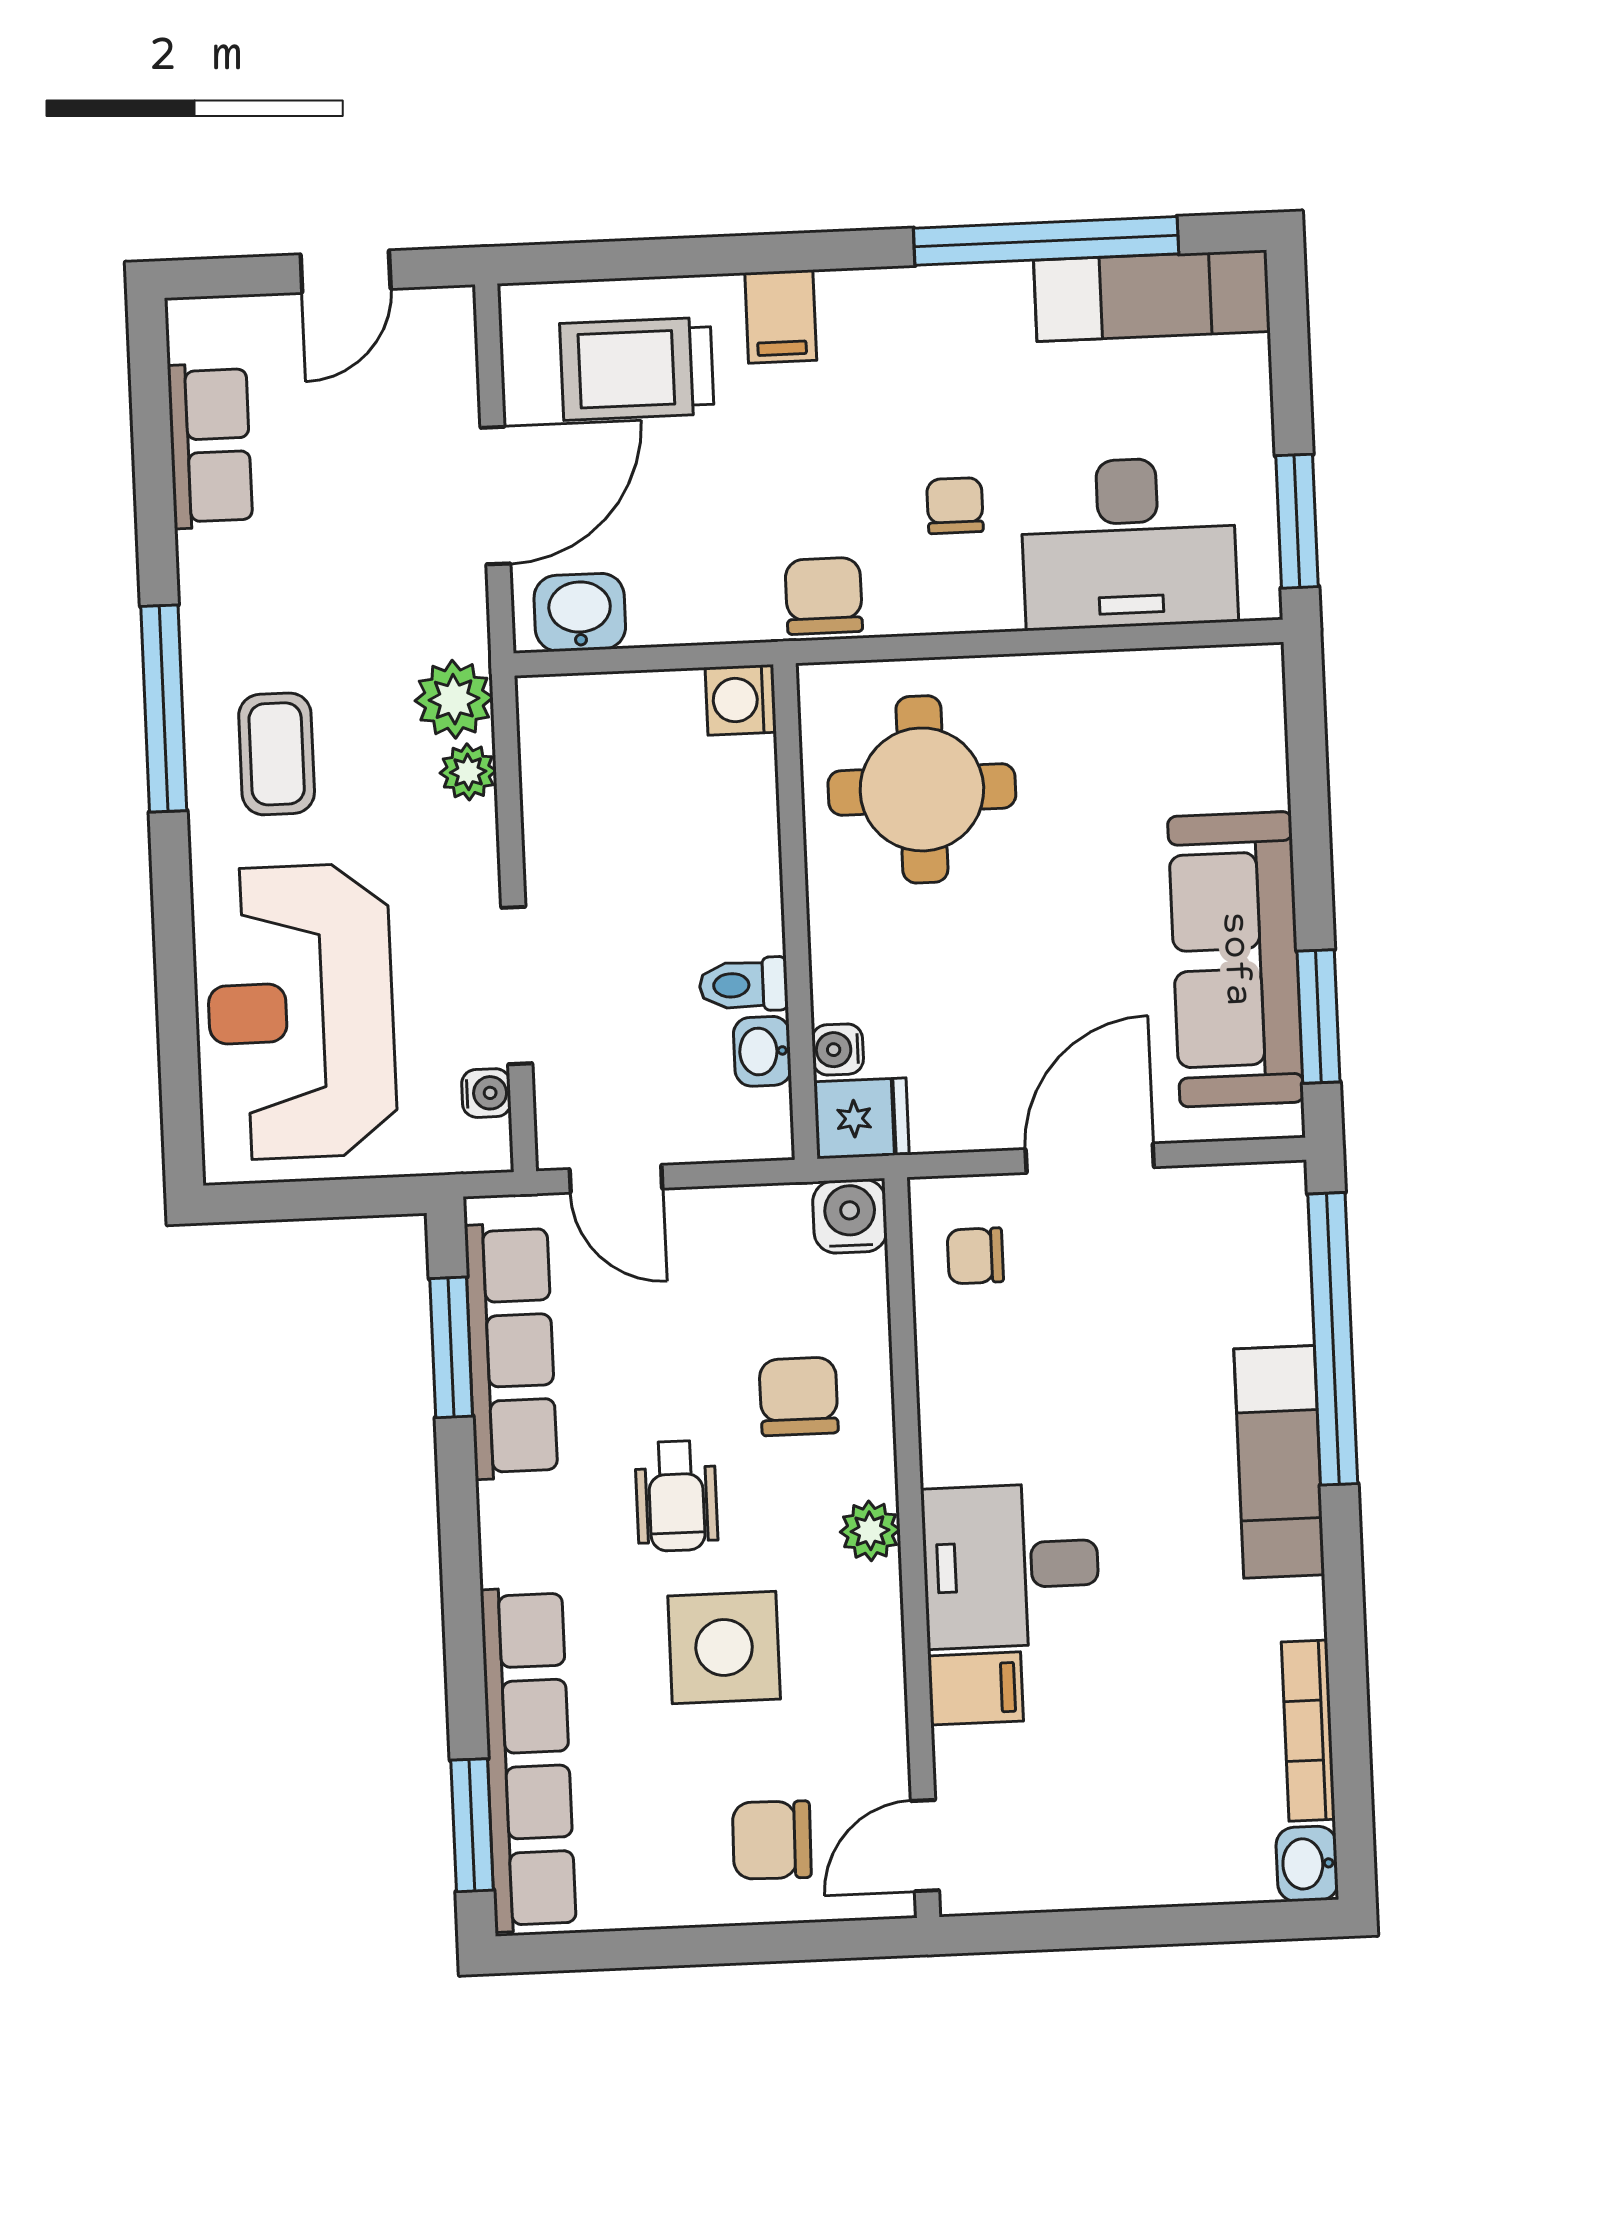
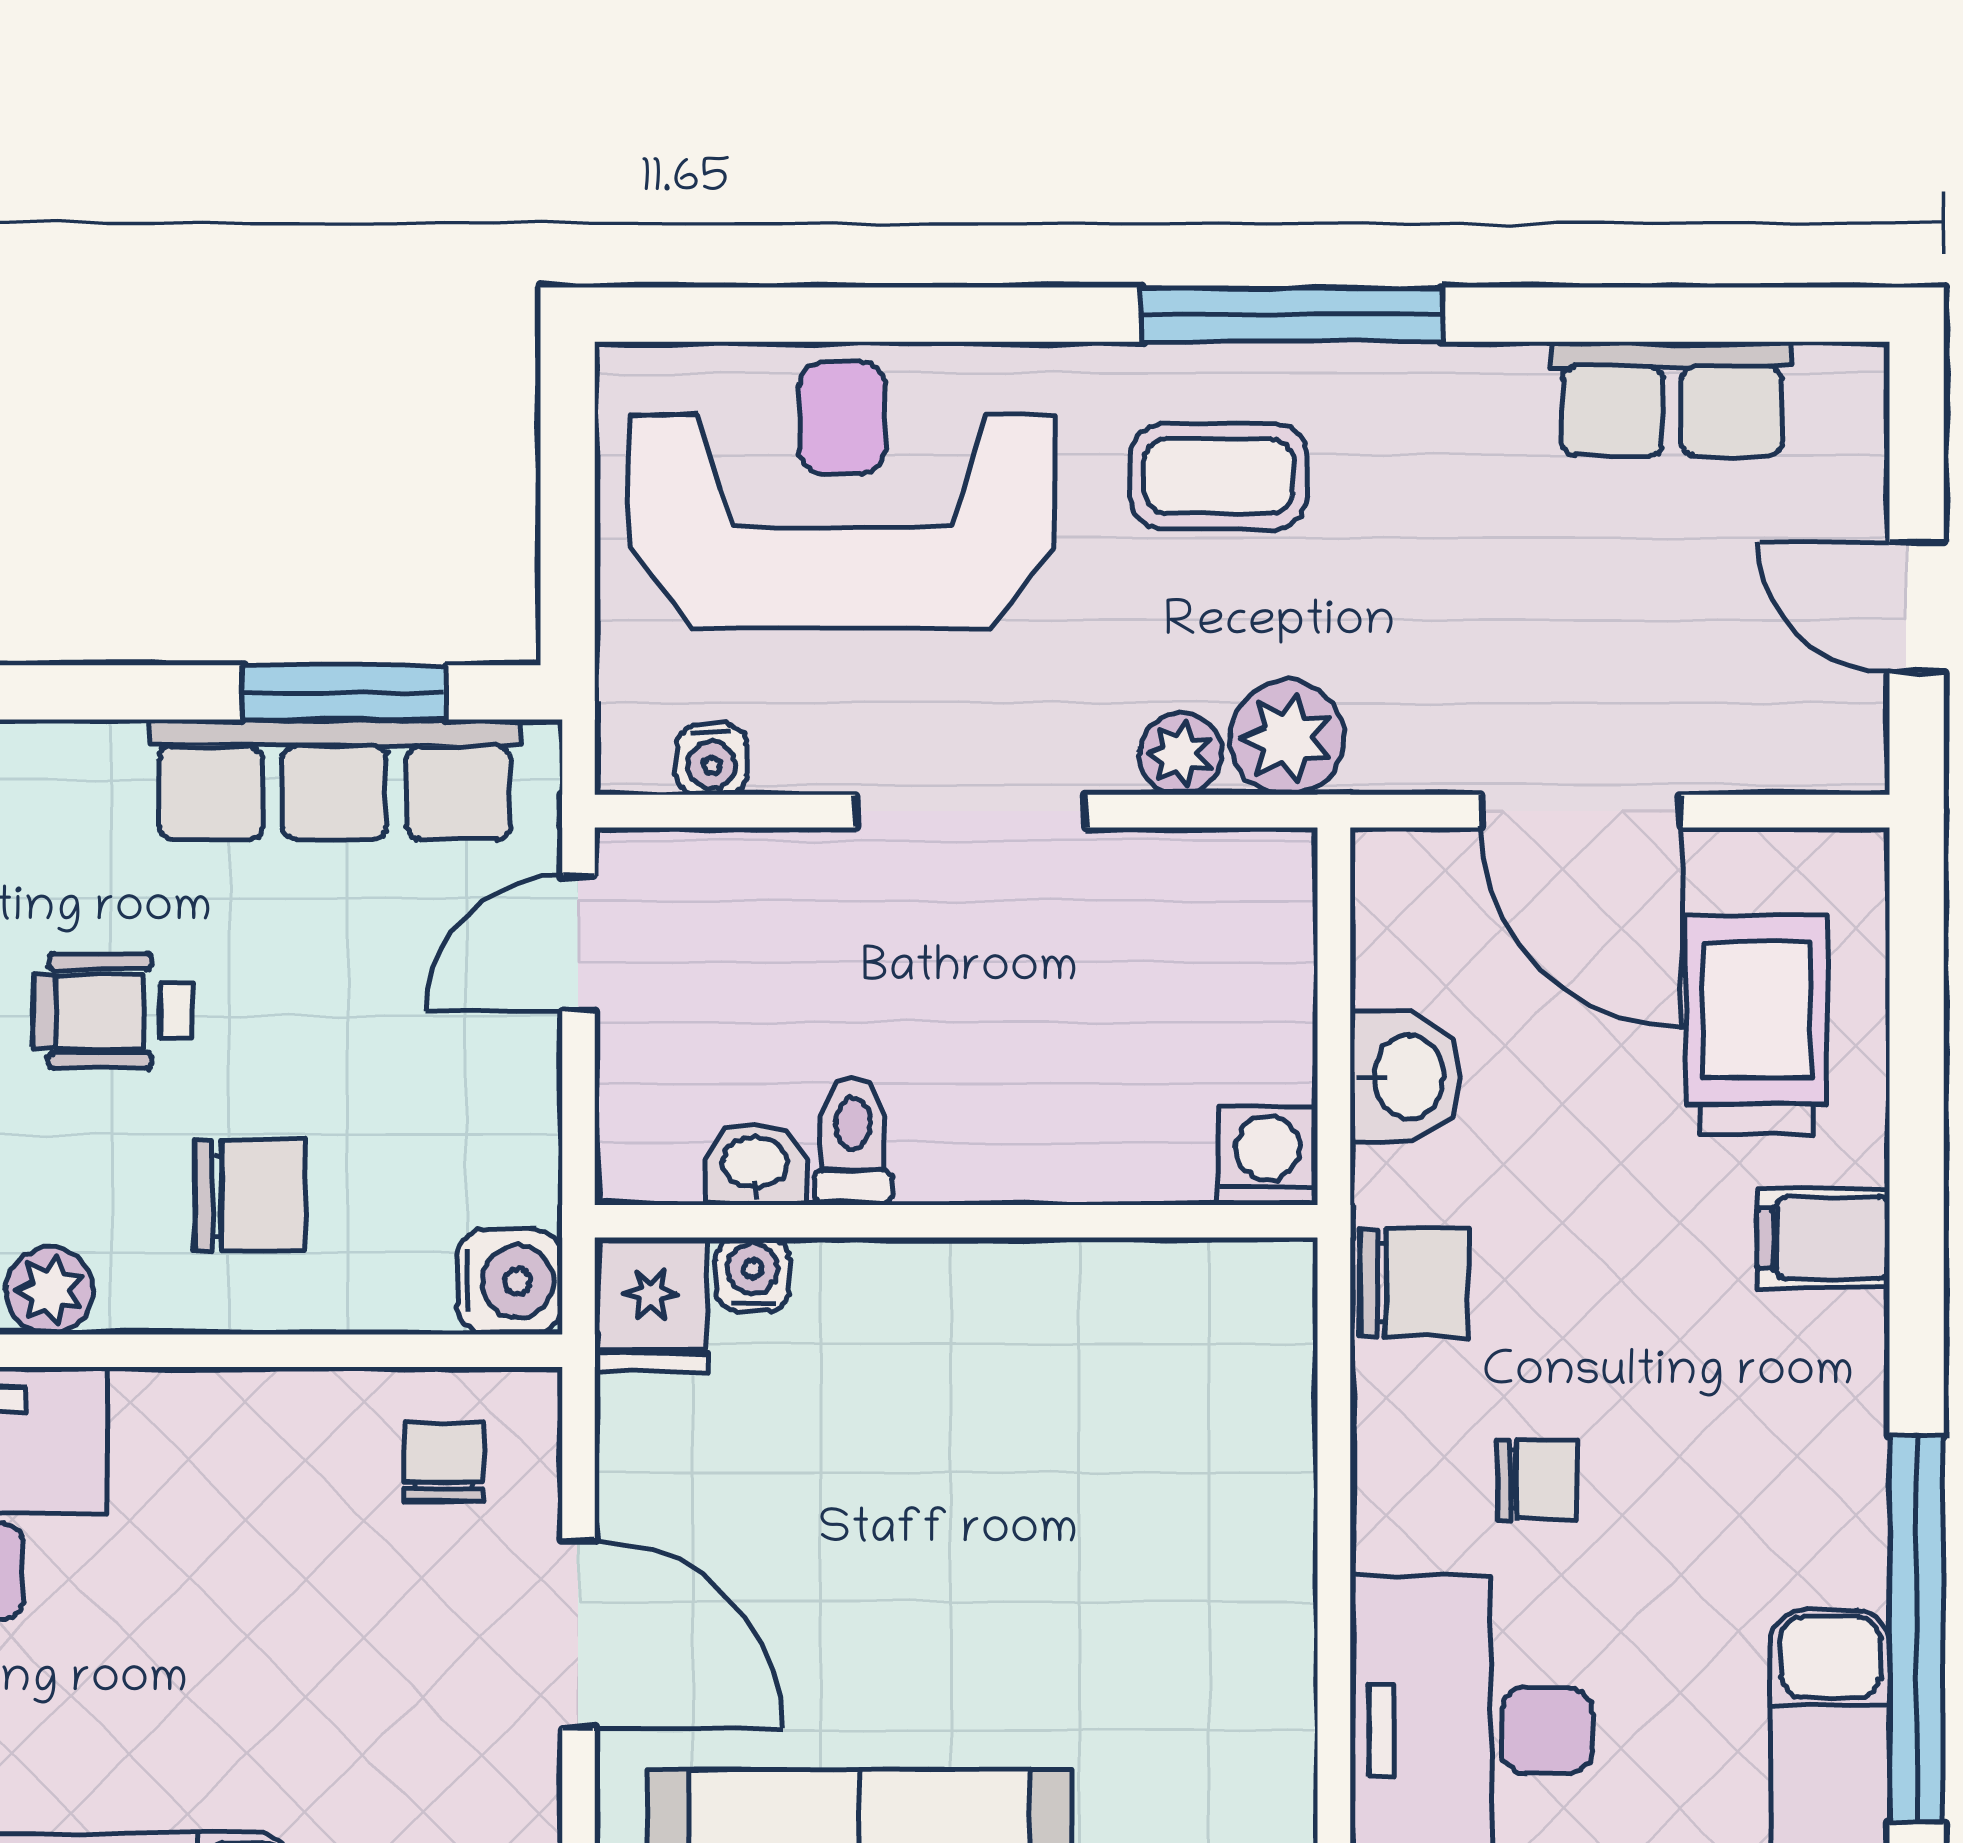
washbasin: (580, 612) -> (1406, 1077), moved
round table: (922, 789) -> (1126, 1414), removed
doorway: (517, 986) -> (970, 811), moved

